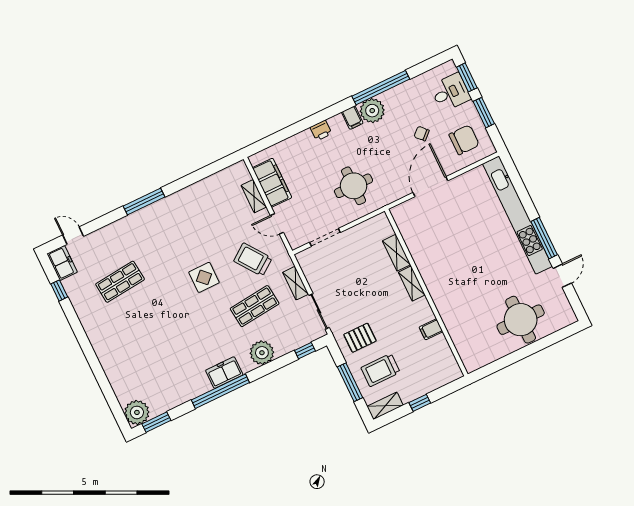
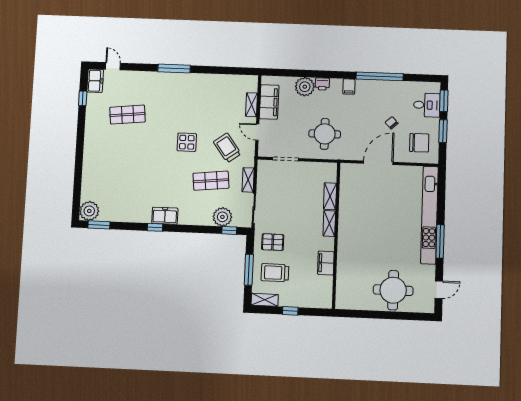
plant: (372, 111) -> (305, 87), moved
door: (562, 276) -> (439, 290), moved
filing cabinet: (431, 329) -> (326, 263), width x2.00
plant: (262, 353) -> (222, 217), moved
window: (220, 391) -> (155, 227), width x0.32

